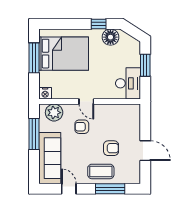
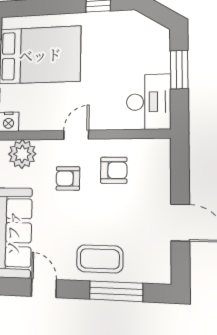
floor lamp: (110, 37) -> (118, 24), removed
door: (86, 102) -> (76, 135), swing flipped
armchair: (111, 148) -> (114, 170), moved

